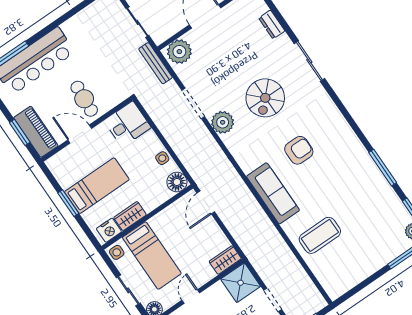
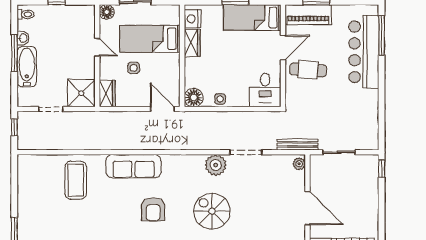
plant: (179, 52) -> (299, 164), width x0.53, depth x0.53
bed: (97, 186) -> (252, 18), moved, turned 90
side table: (117, 252) -> (134, 68), moved

